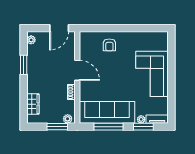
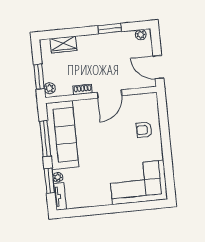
corner sofa: (152, 74) -> (138, 182), moved

